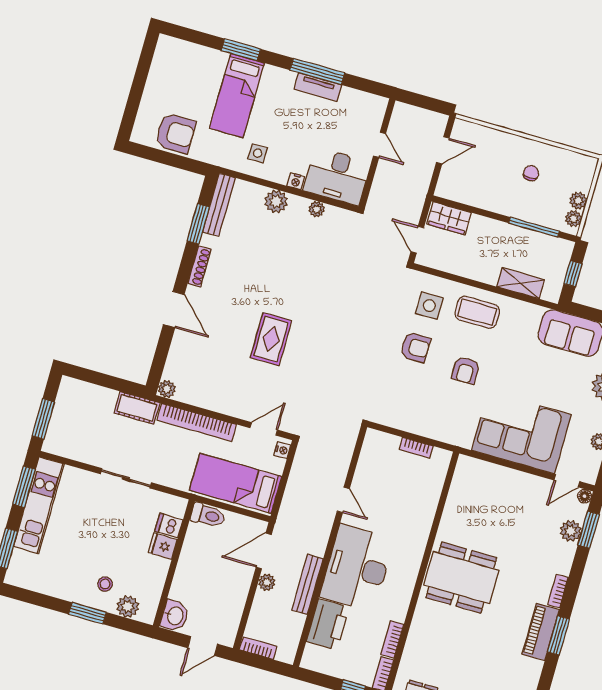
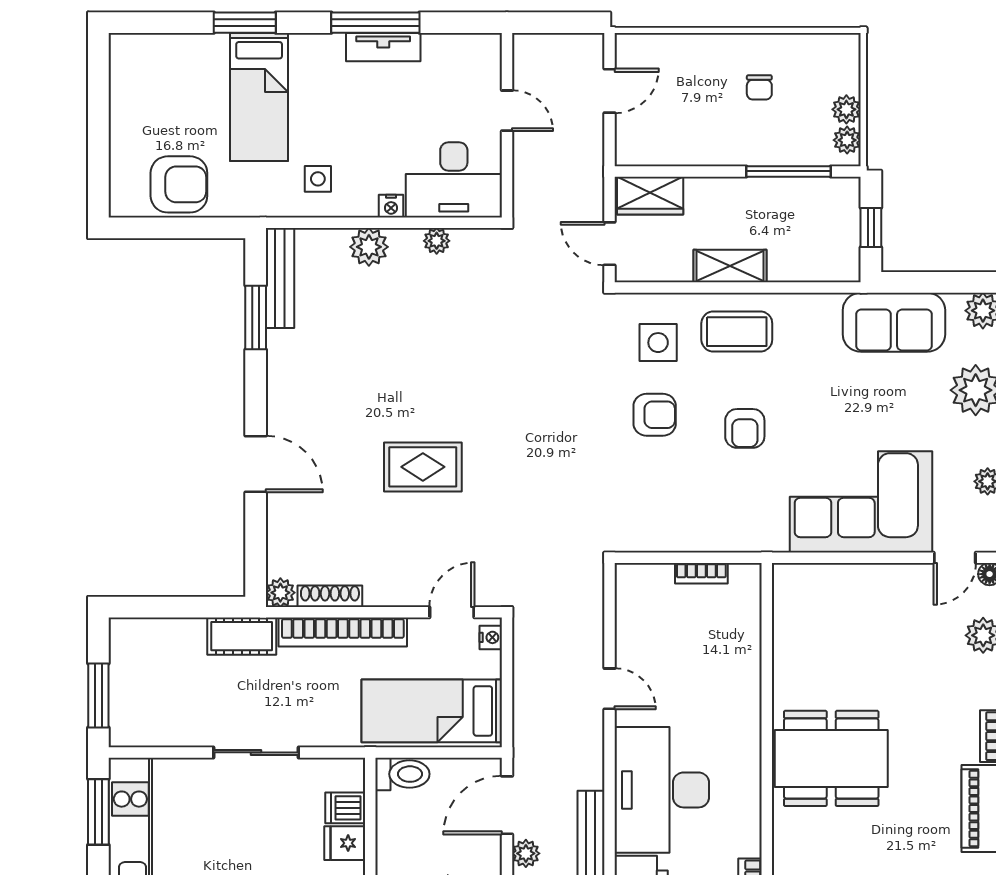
chair: (531, 173) -> (759, 87), turned 180
shoe rack: (199, 266) -> (330, 596), moved, turned -90
shelving: (521, 283) -> (730, 266), moved
rug: (271, 339) -> (423, 467), turned 90

